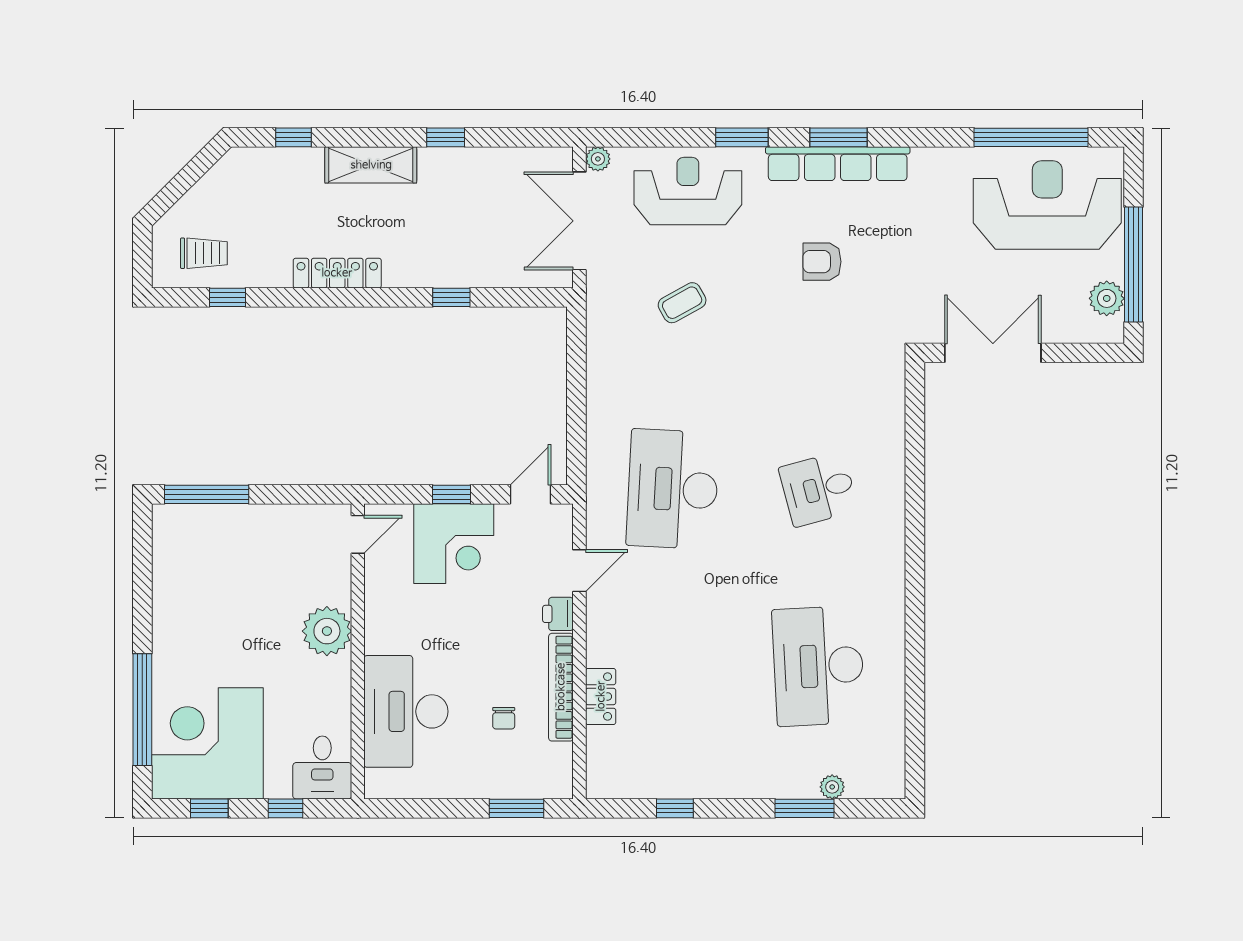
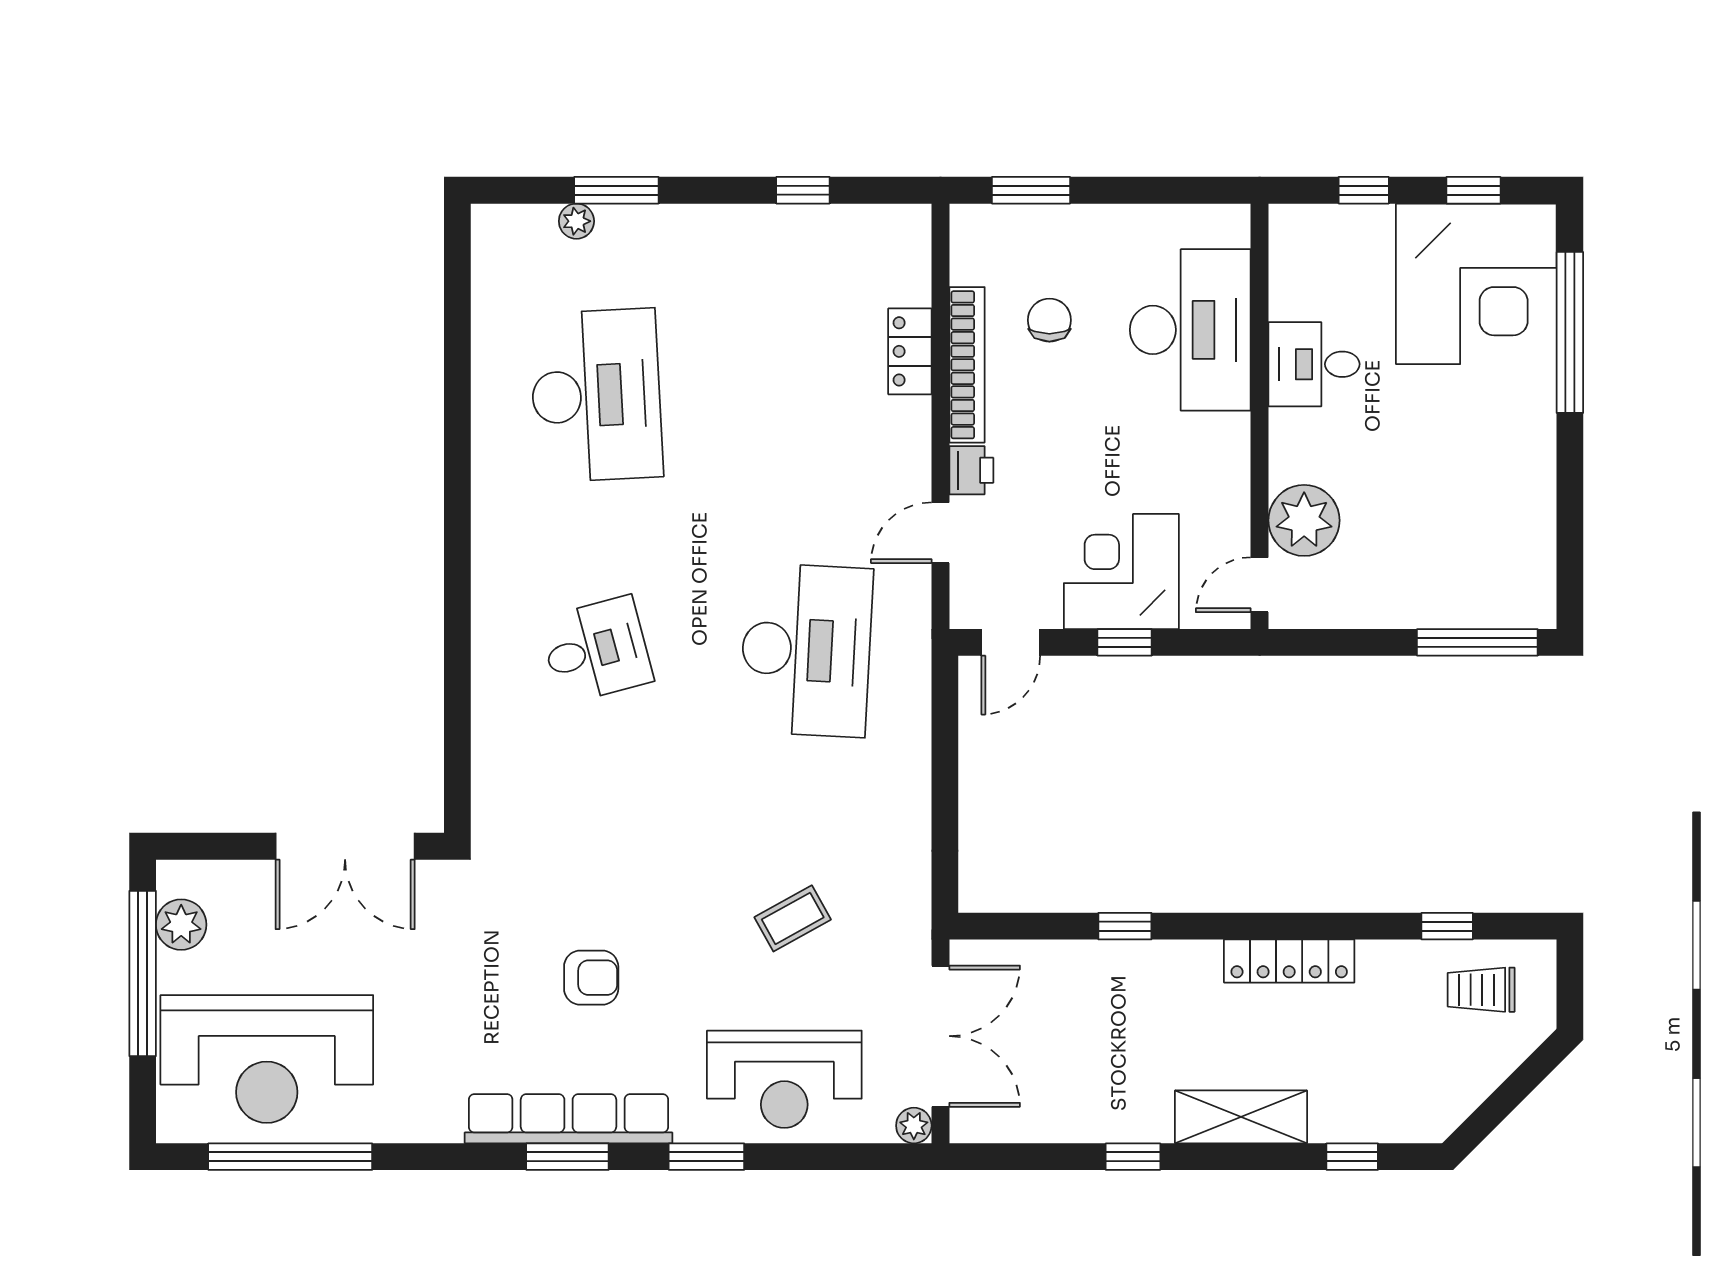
plant: (327, 631) -> (1304, 520), moved
chair: (504, 718) -> (1049, 320), width x1.37, depth x1.37
desk: (322, 768) -> (1314, 364), moved, turned -90

